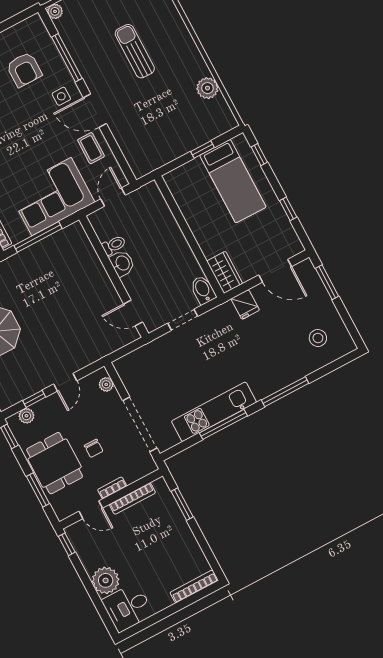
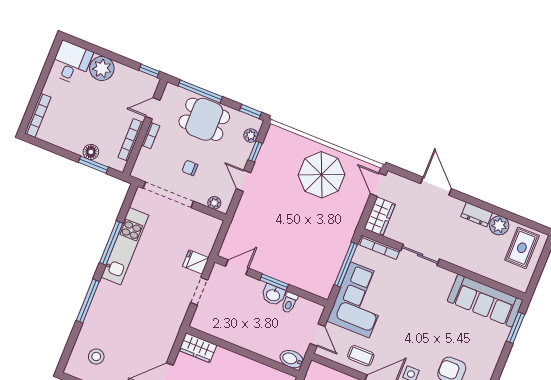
window: (112, 273) -> (274, 282), added
bidet: (203, 290) -> (292, 359), moved, turned 180
fridge: (245, 304) -> (196, 262), moved
chair: (94, 448) -> (190, 168), moved
window: (38, 490) -> (200, 91), width x1.44
floor lamp: (175, 517) -> (91, 152), added

